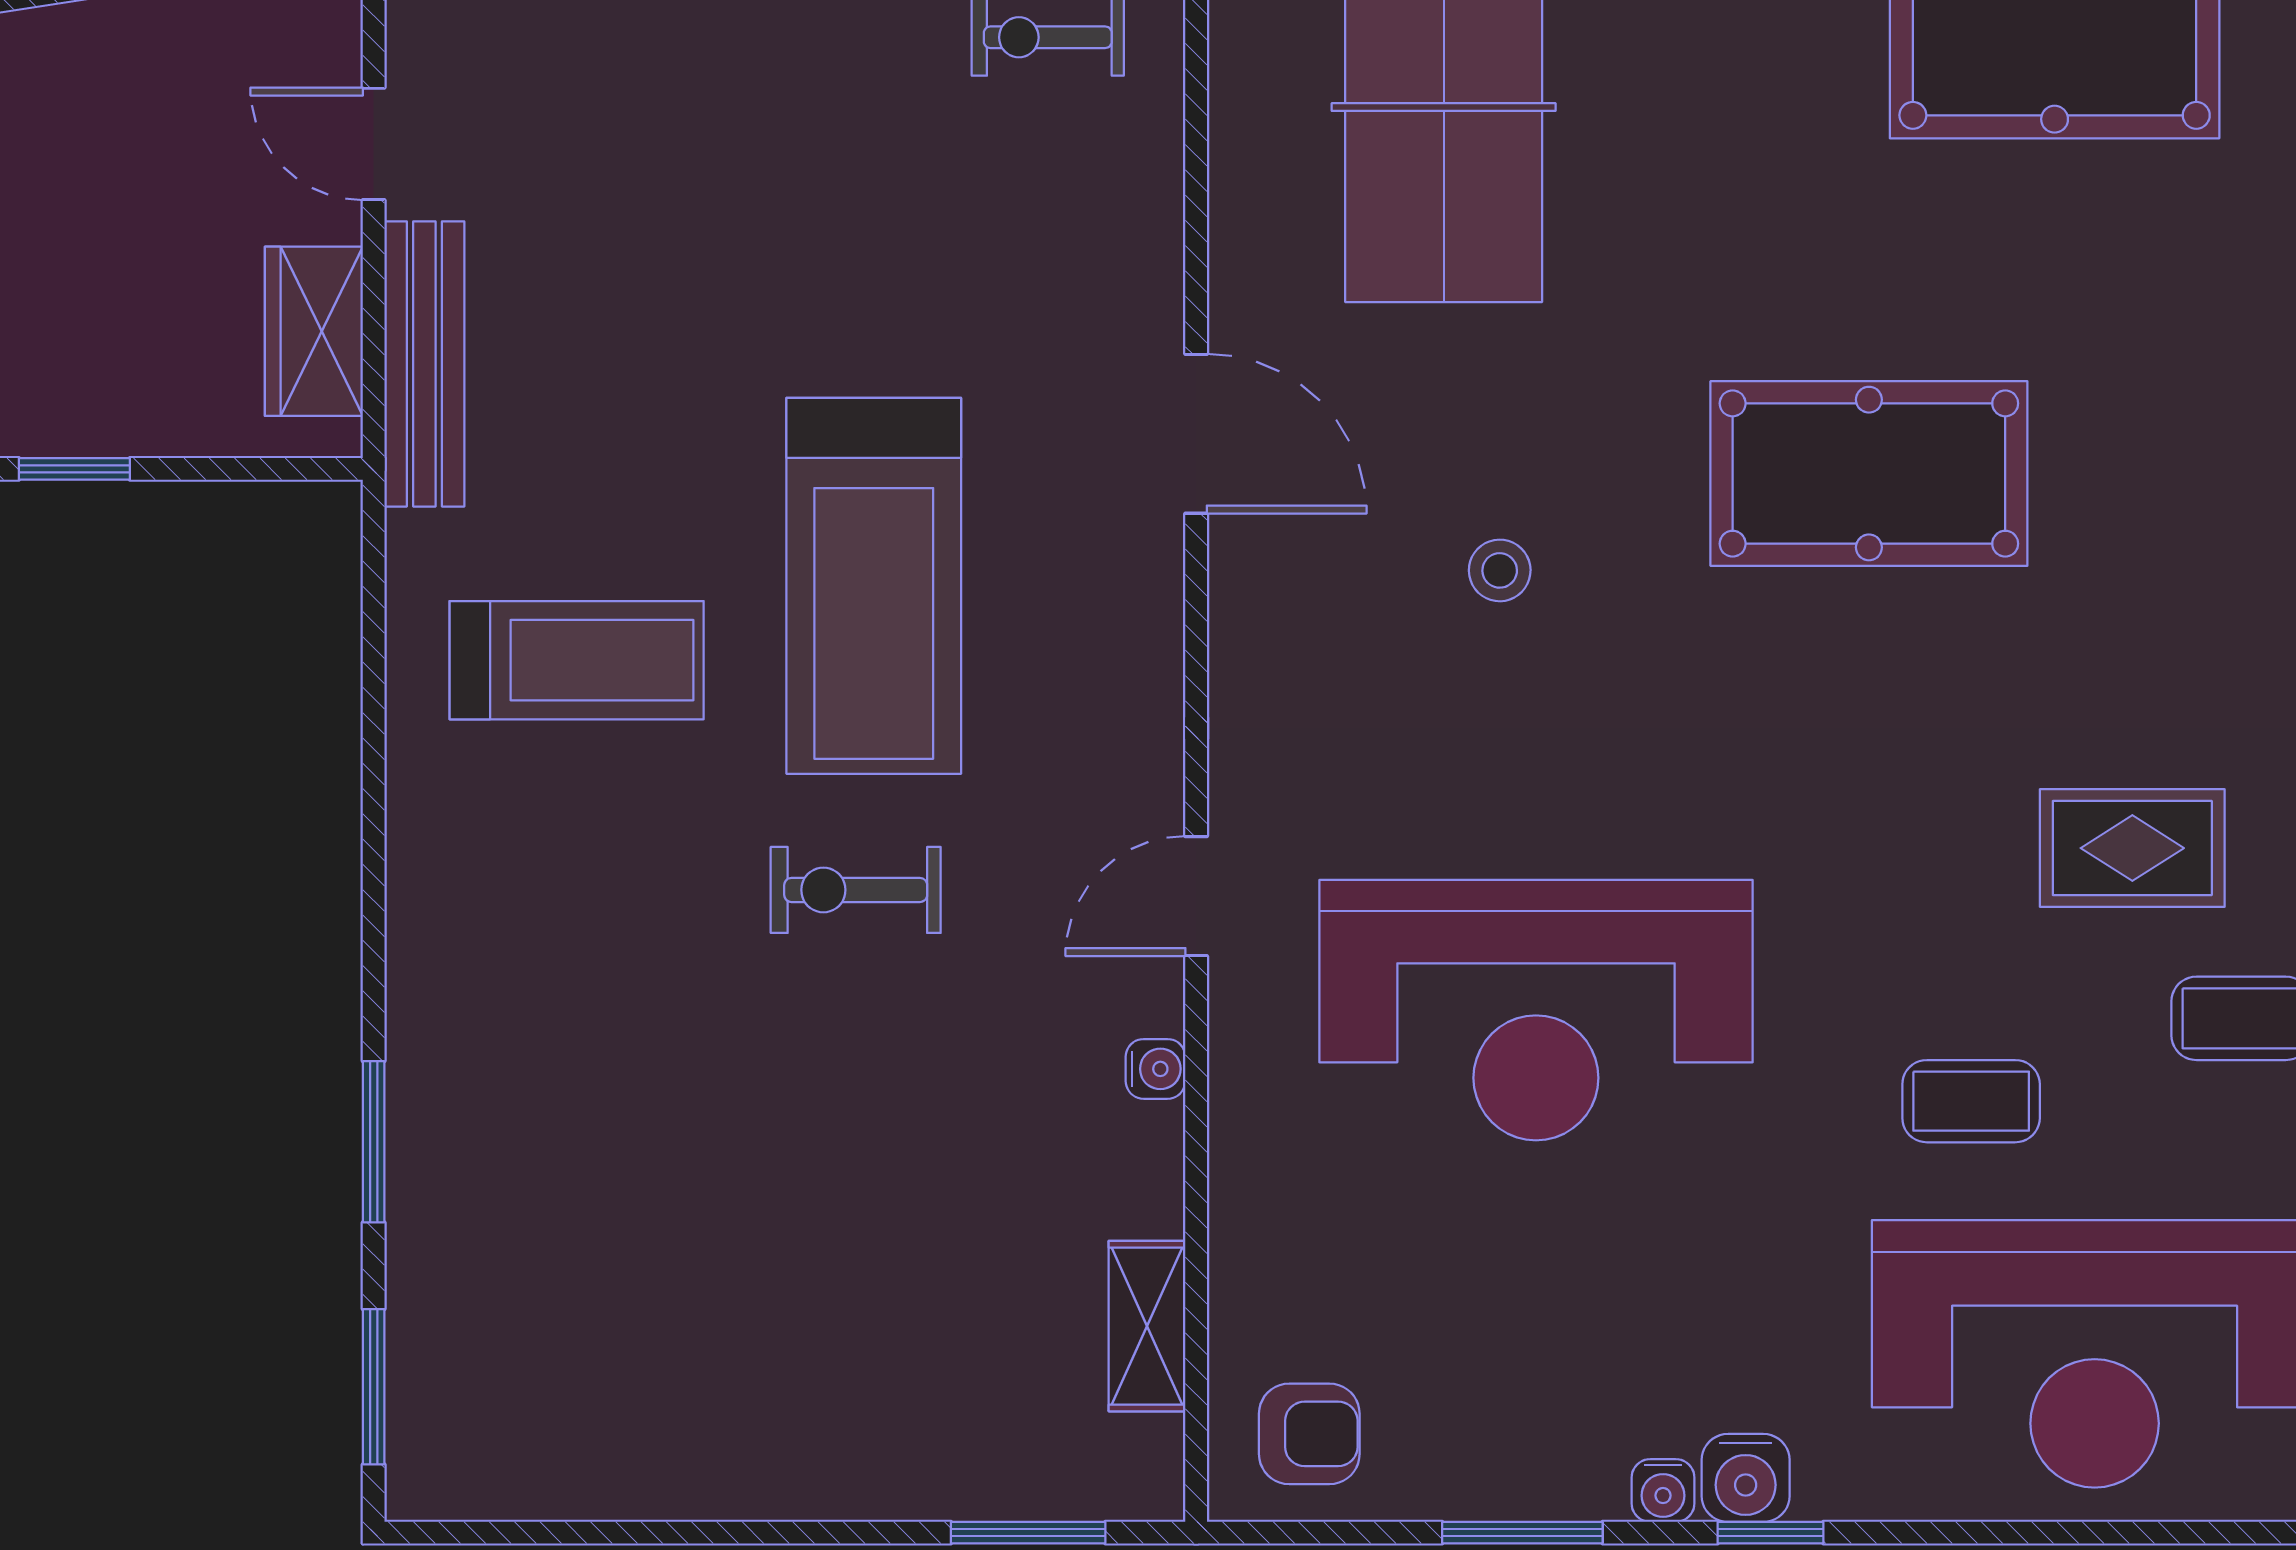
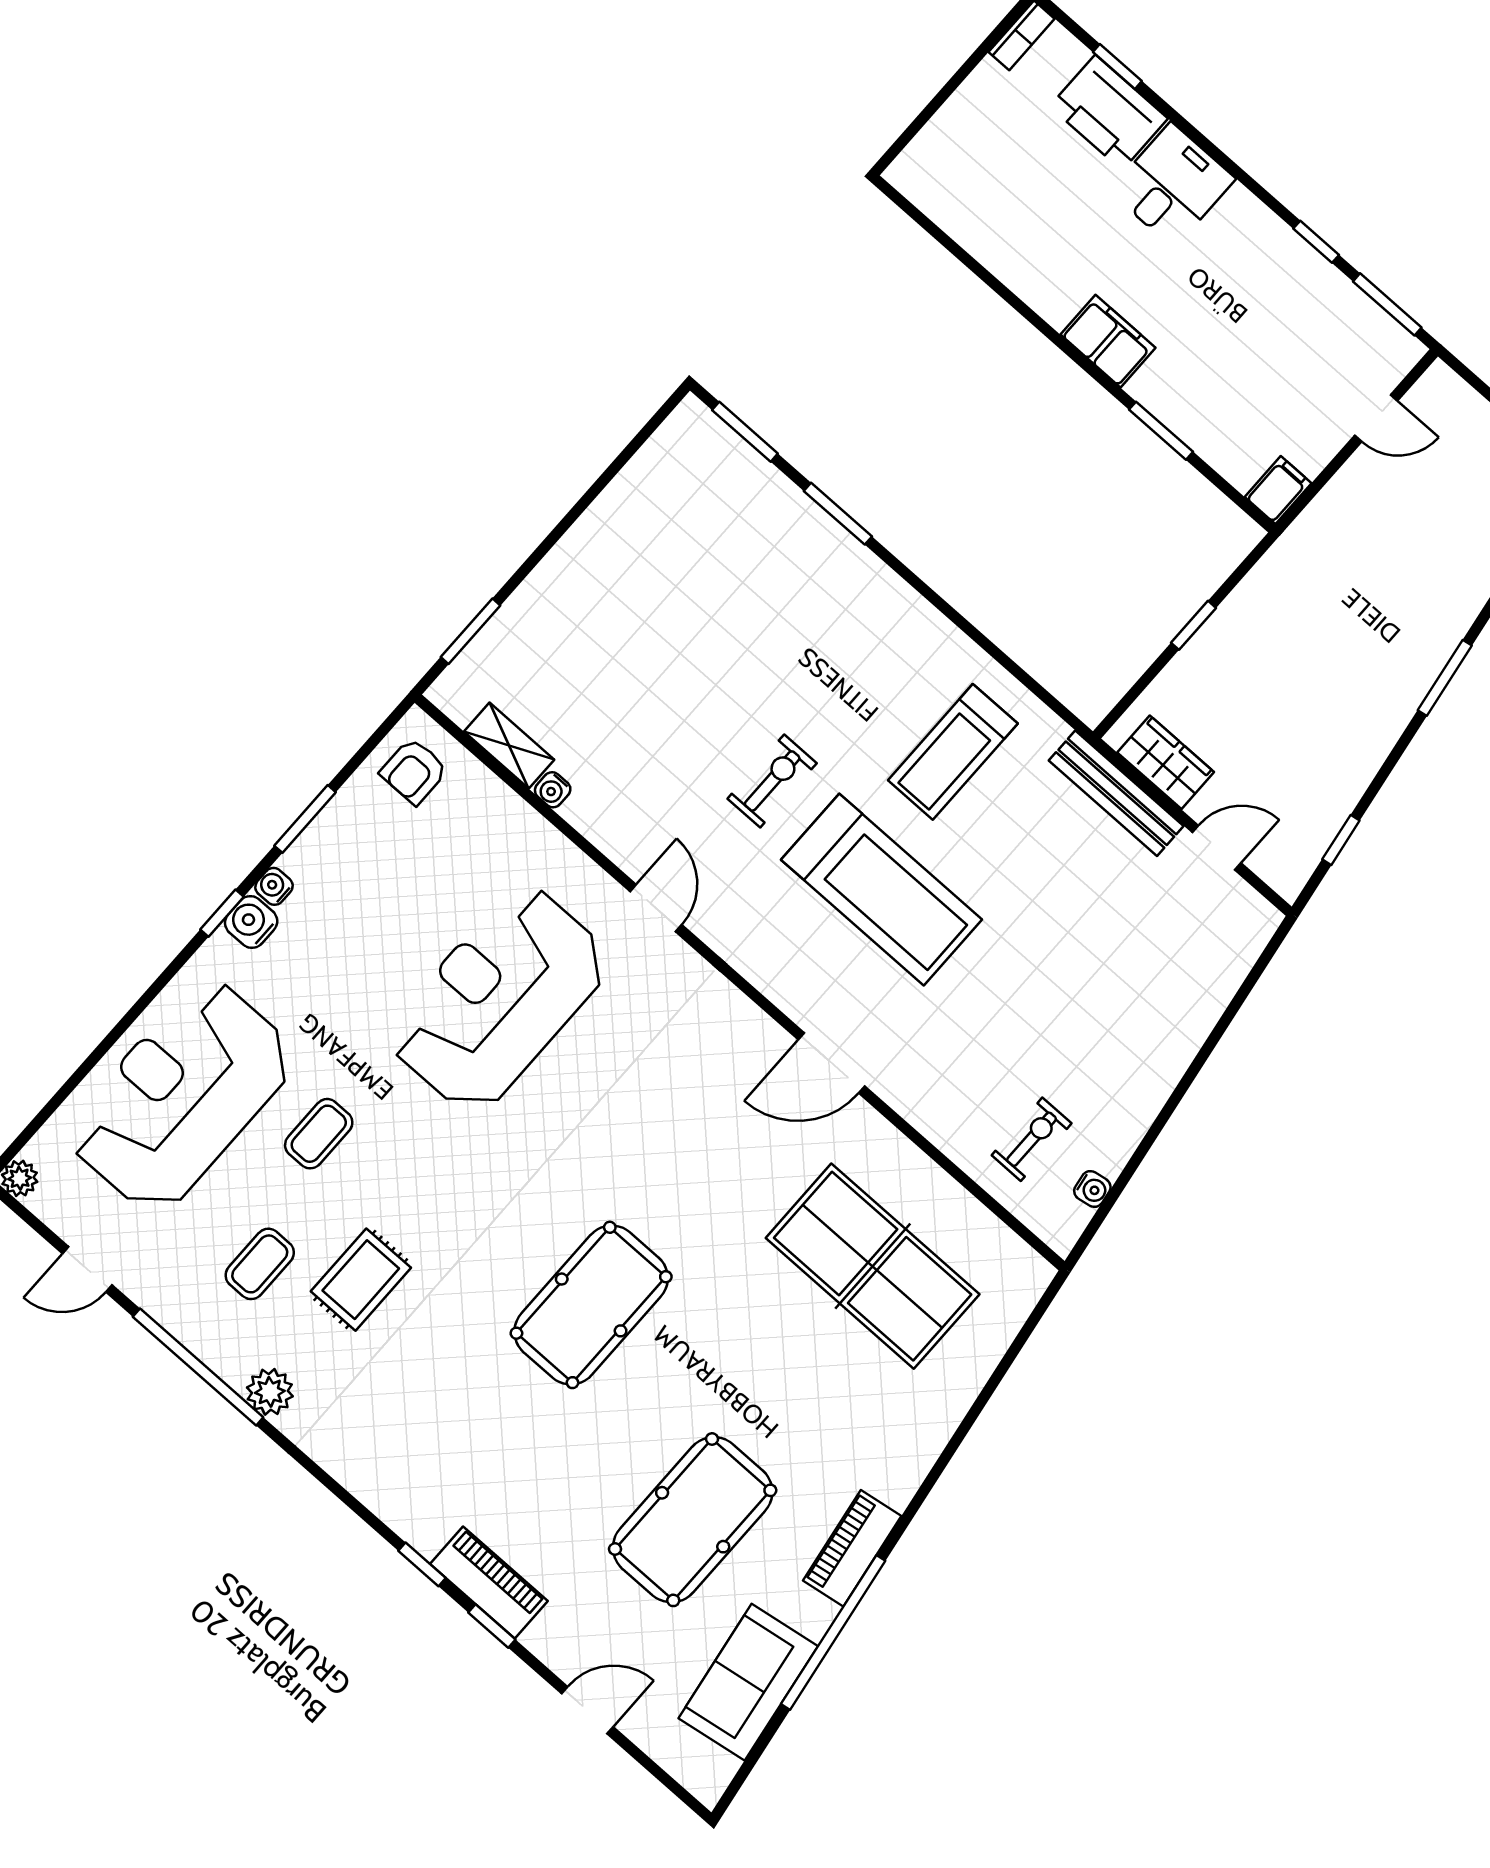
stool: (1500, 570) -> (678, 1132), removed
treadmill: (874, 586) -> (882, 890), turned 180
water cooler: (1156, 1069) -> (553, 790), moved

